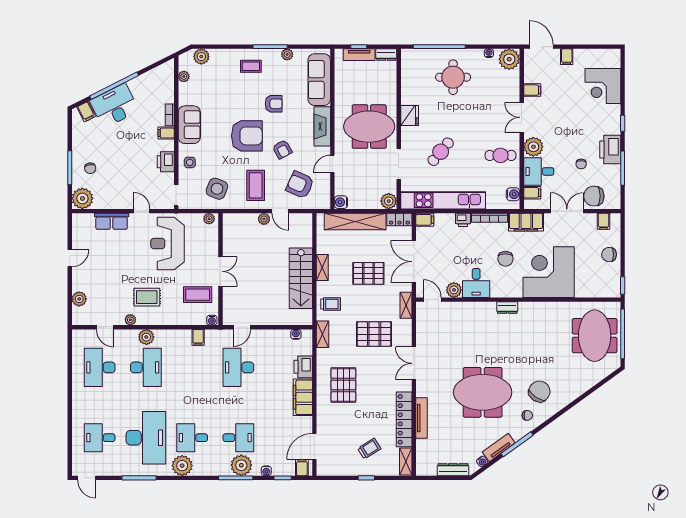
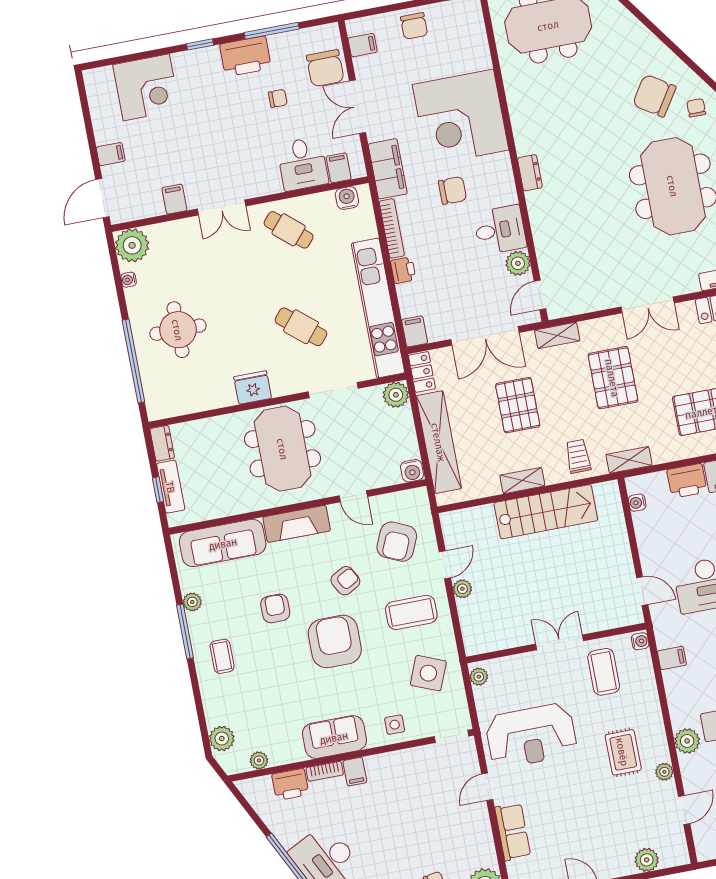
plant: (533, 147) -> (265, 180), removed
cafe table: (501, 155) -> (289, 230), turned -49
printer: (166, 162) -> (290, 784), moved

